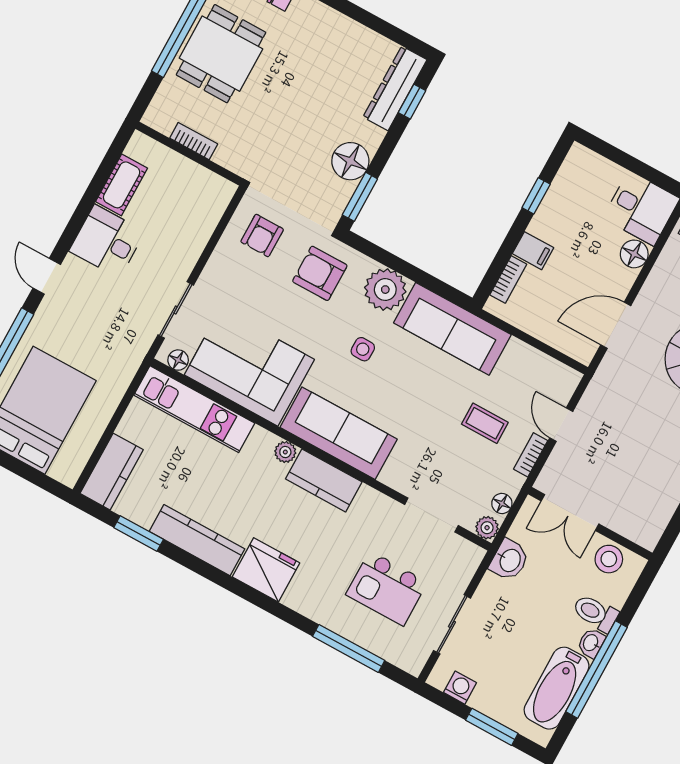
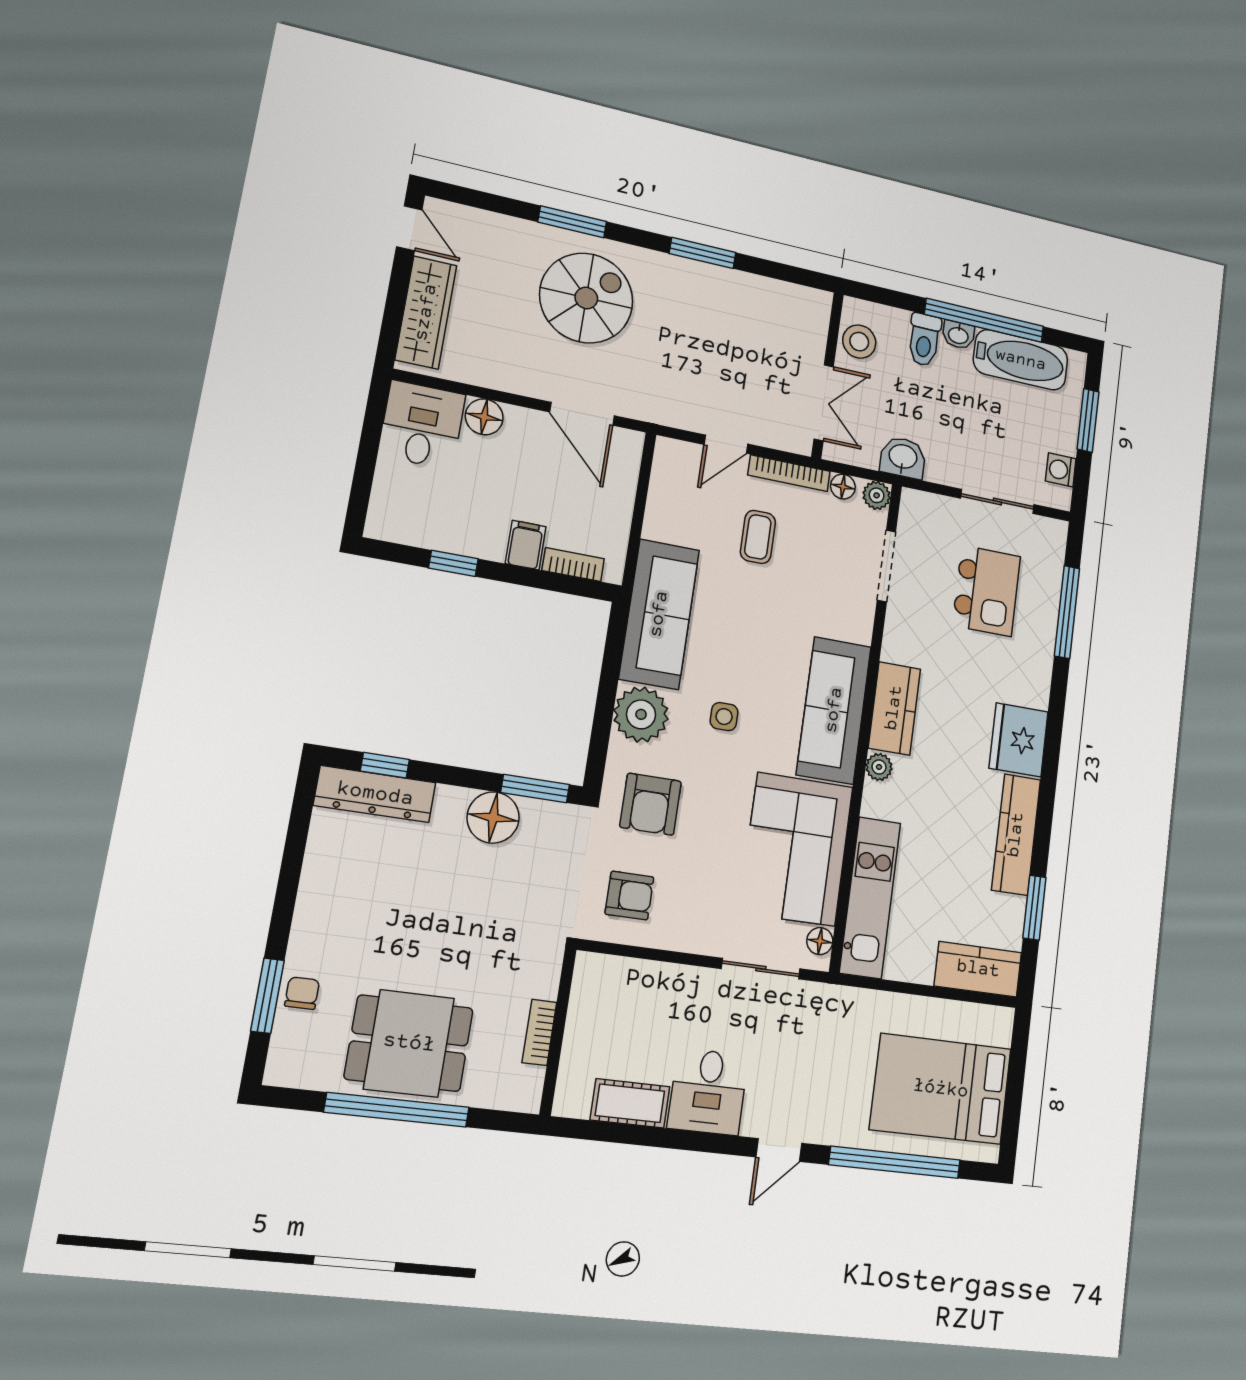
bookcase: (531, 455) -> (789, 473), width x1.56

